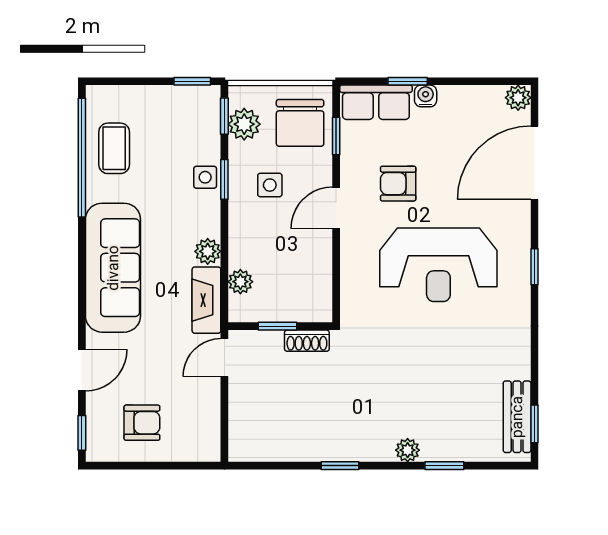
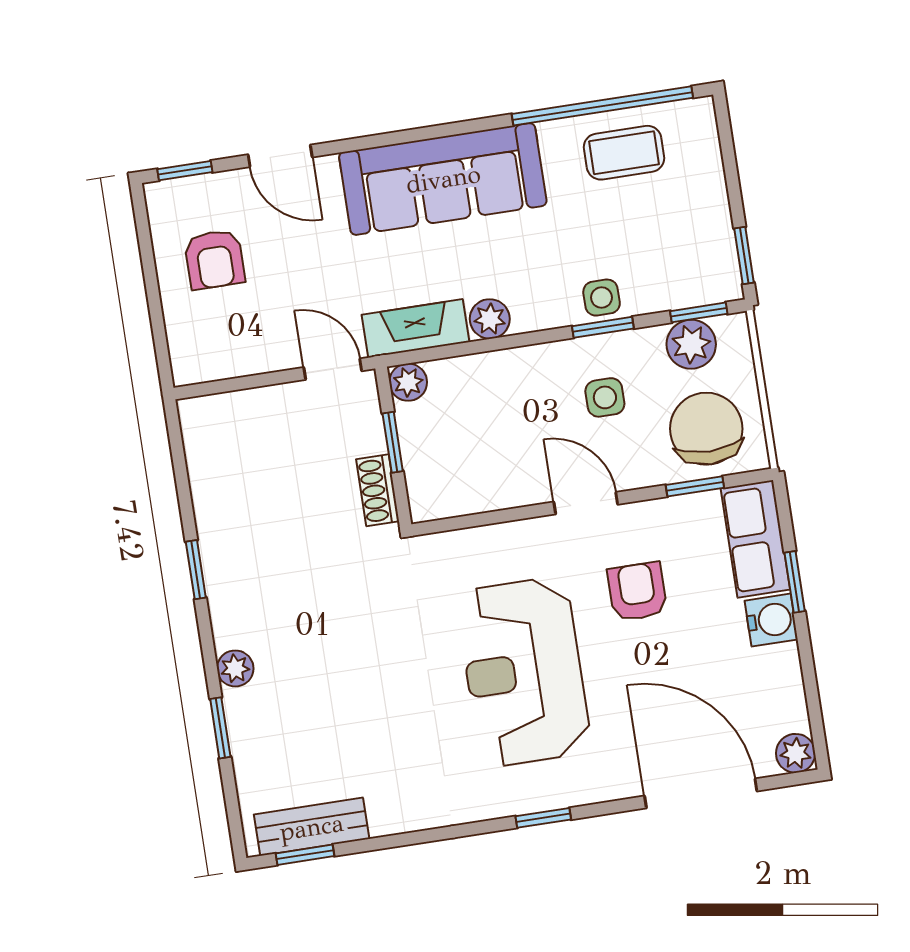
water cooler: (426, 96) -> (771, 620), width x1.38, depth x1.38
chair: (300, 123) -> (706, 429), turned 90
plant: (240, 282) -> (408, 382), moved

